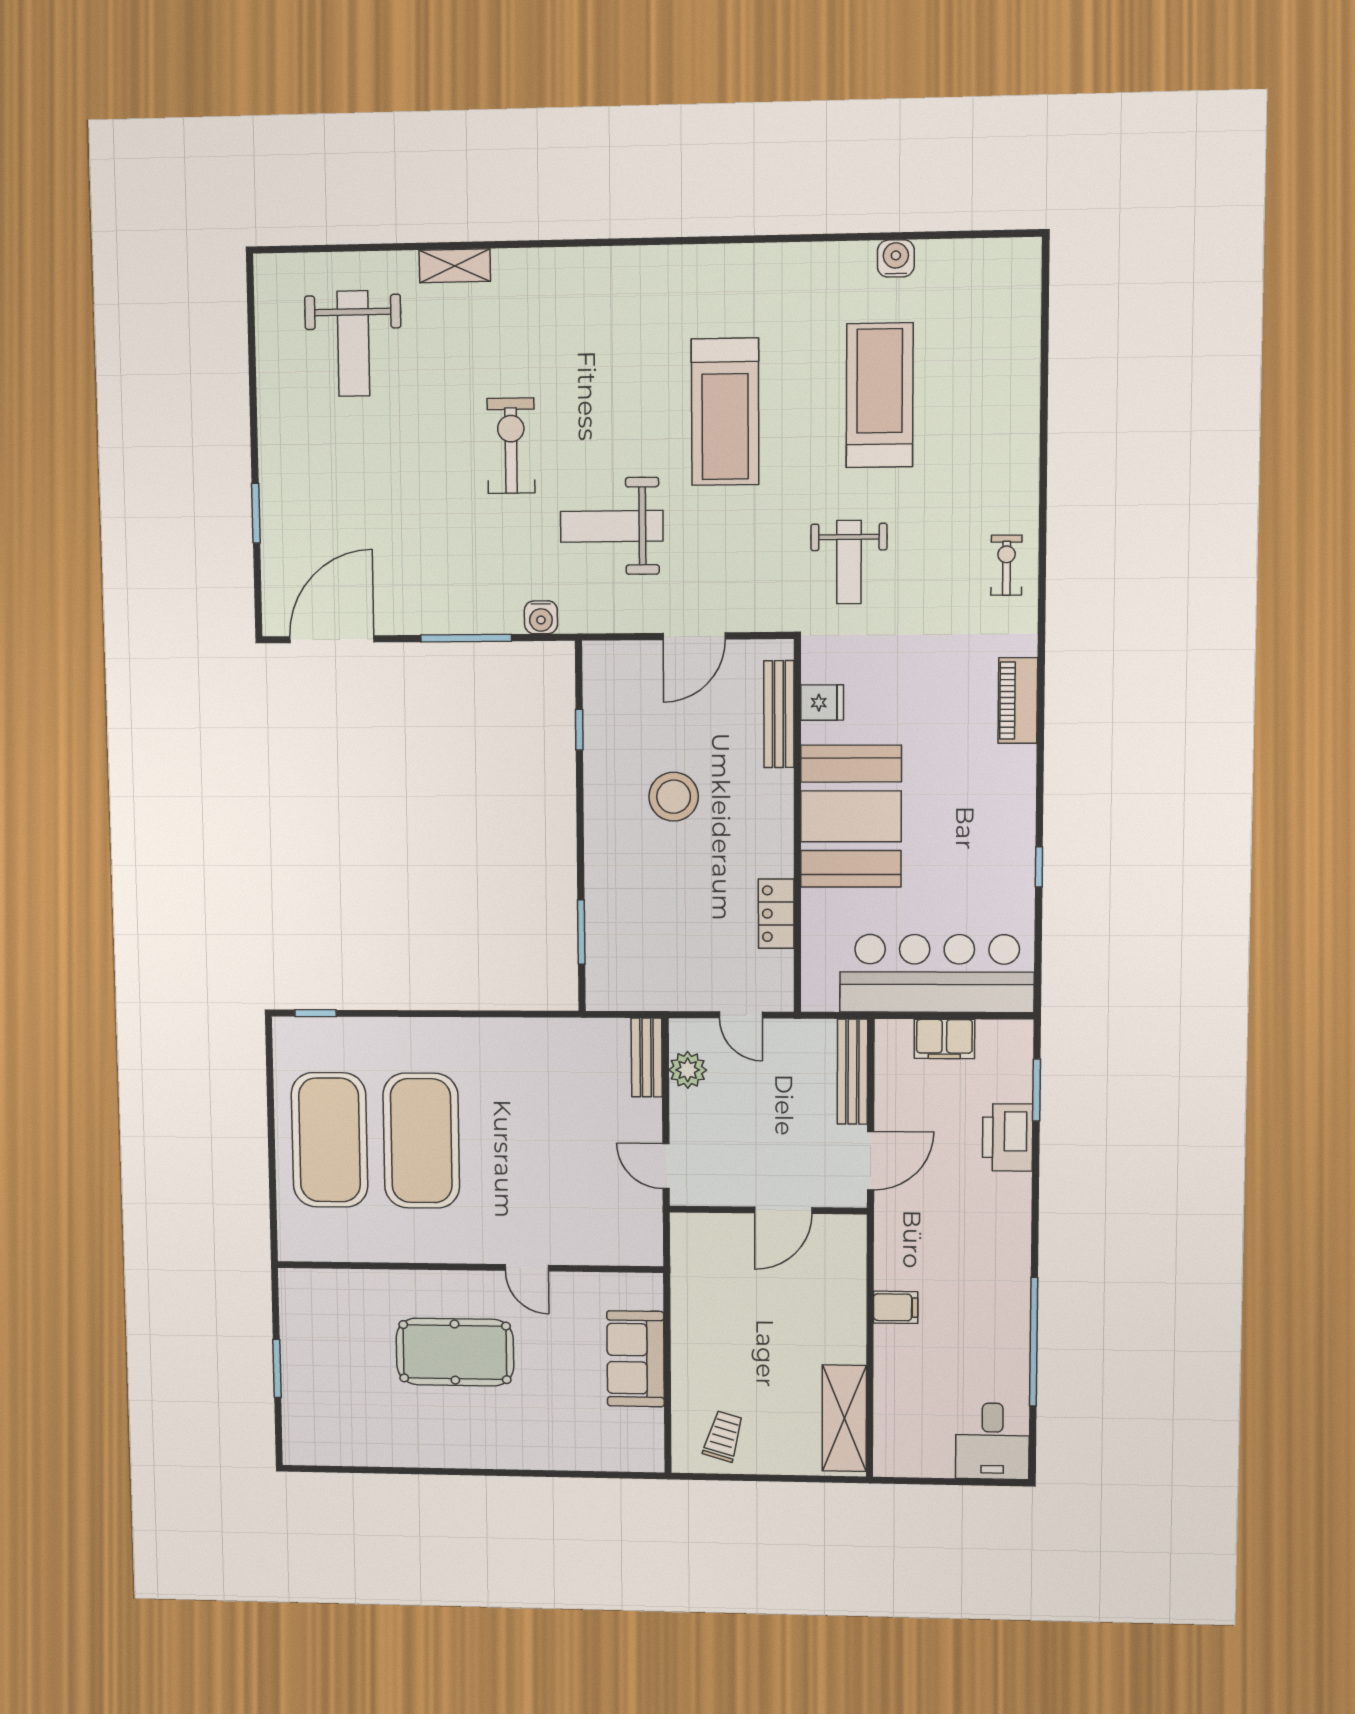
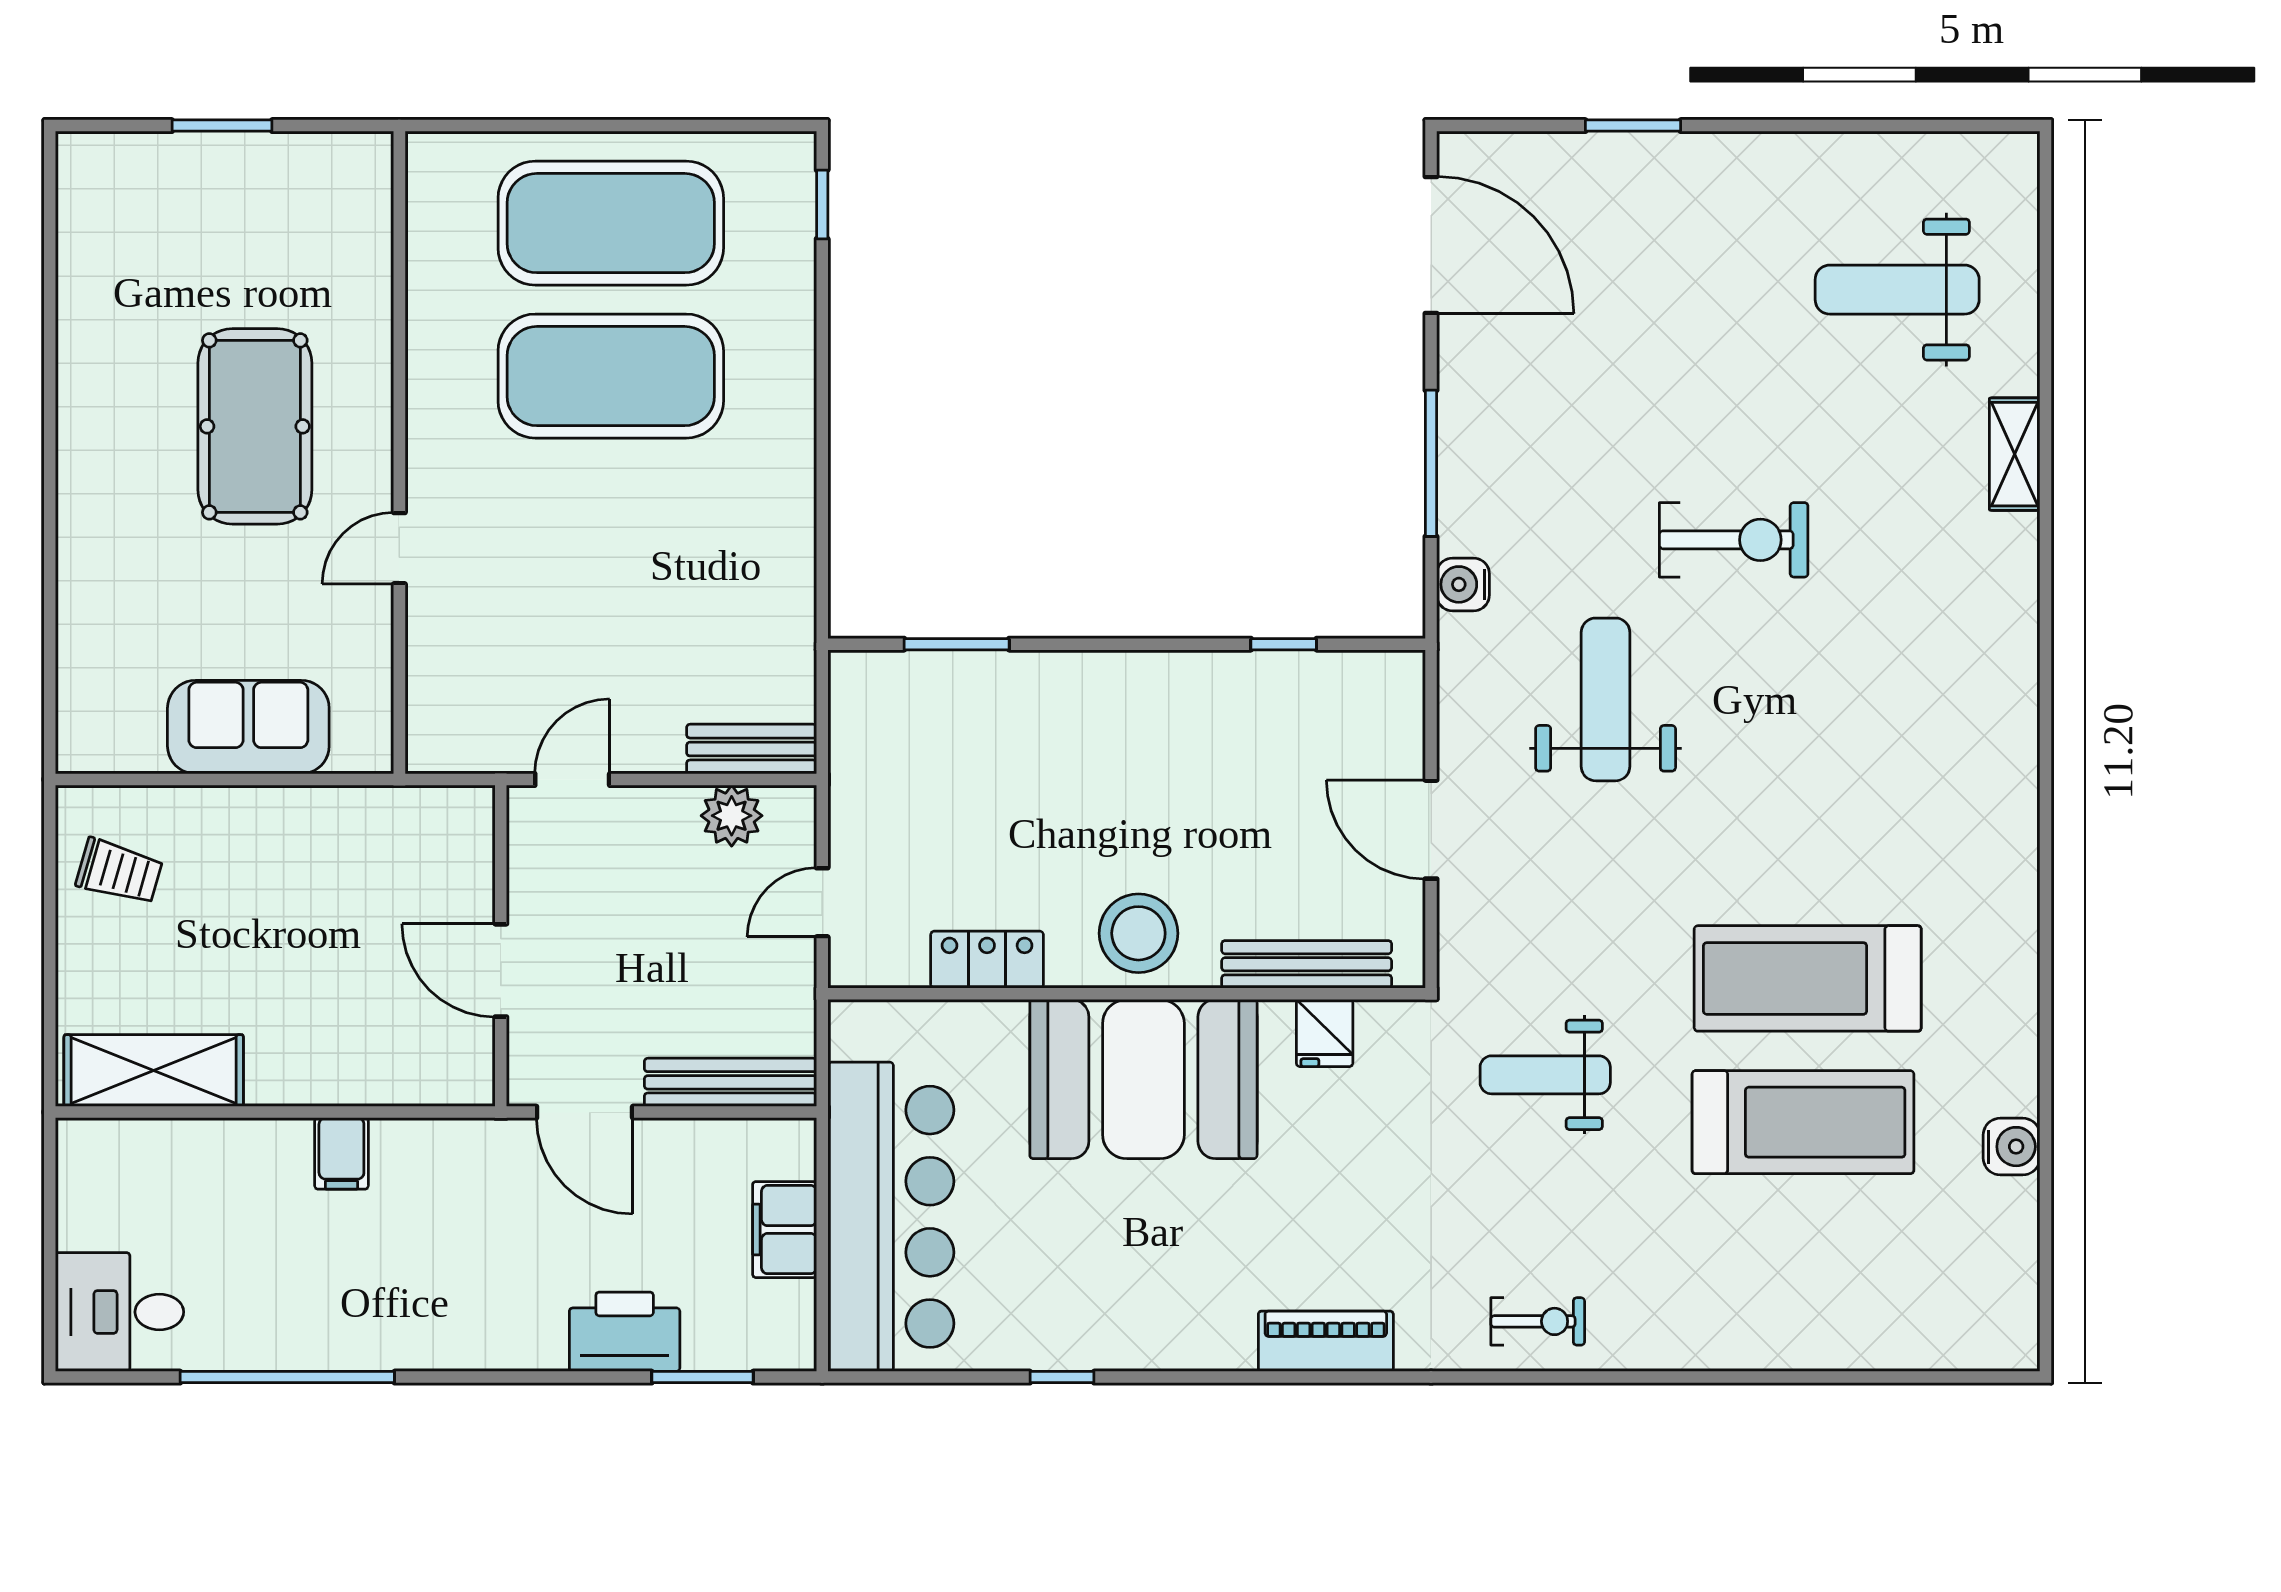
treadmill: (725, 412) -> (1808, 978), moved
stool: (674, 797) -> (1138, 933), moved

